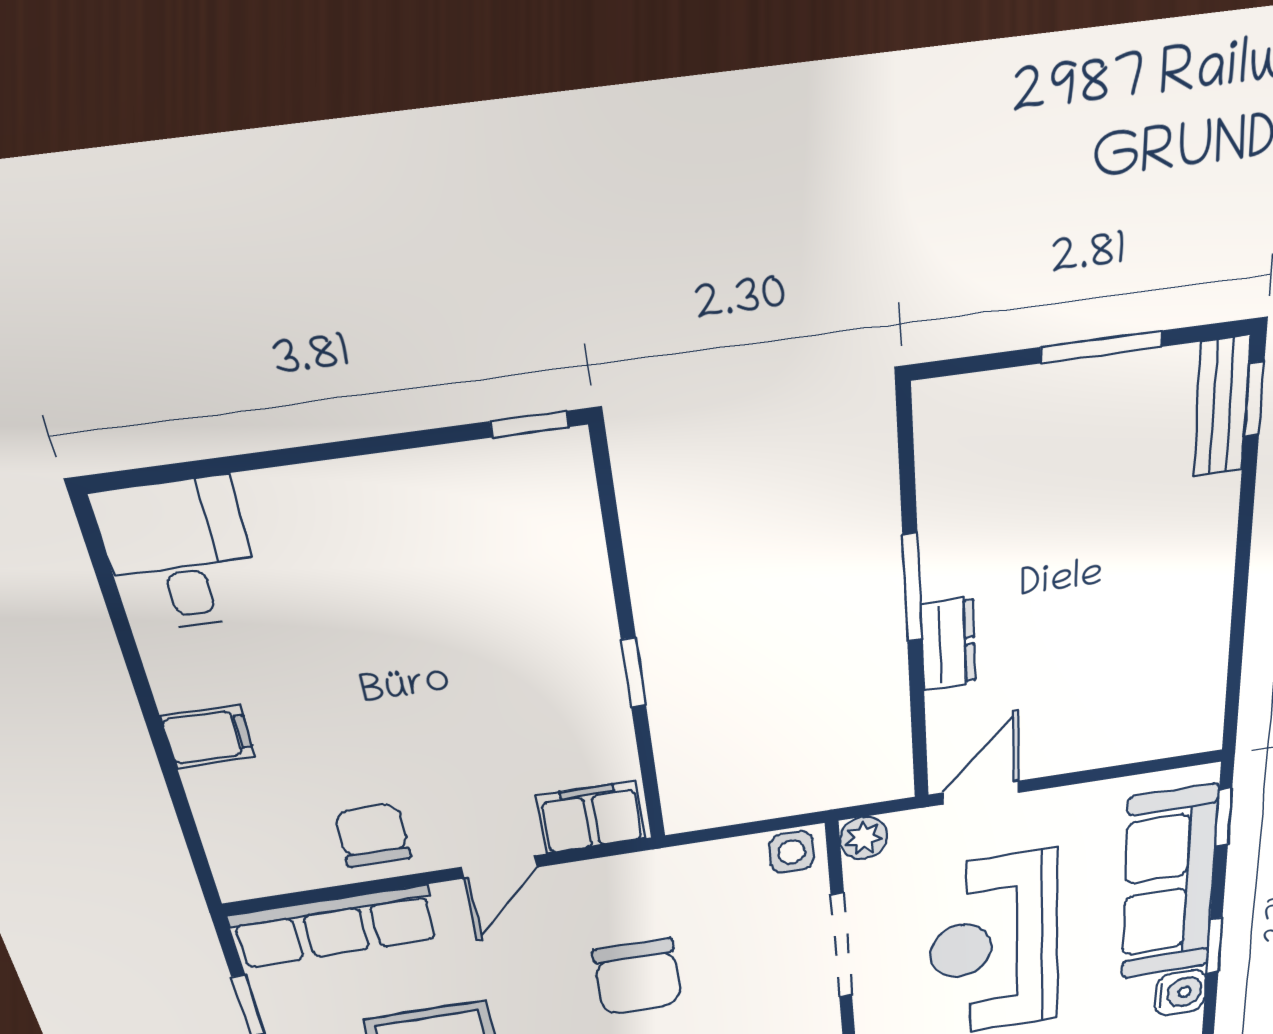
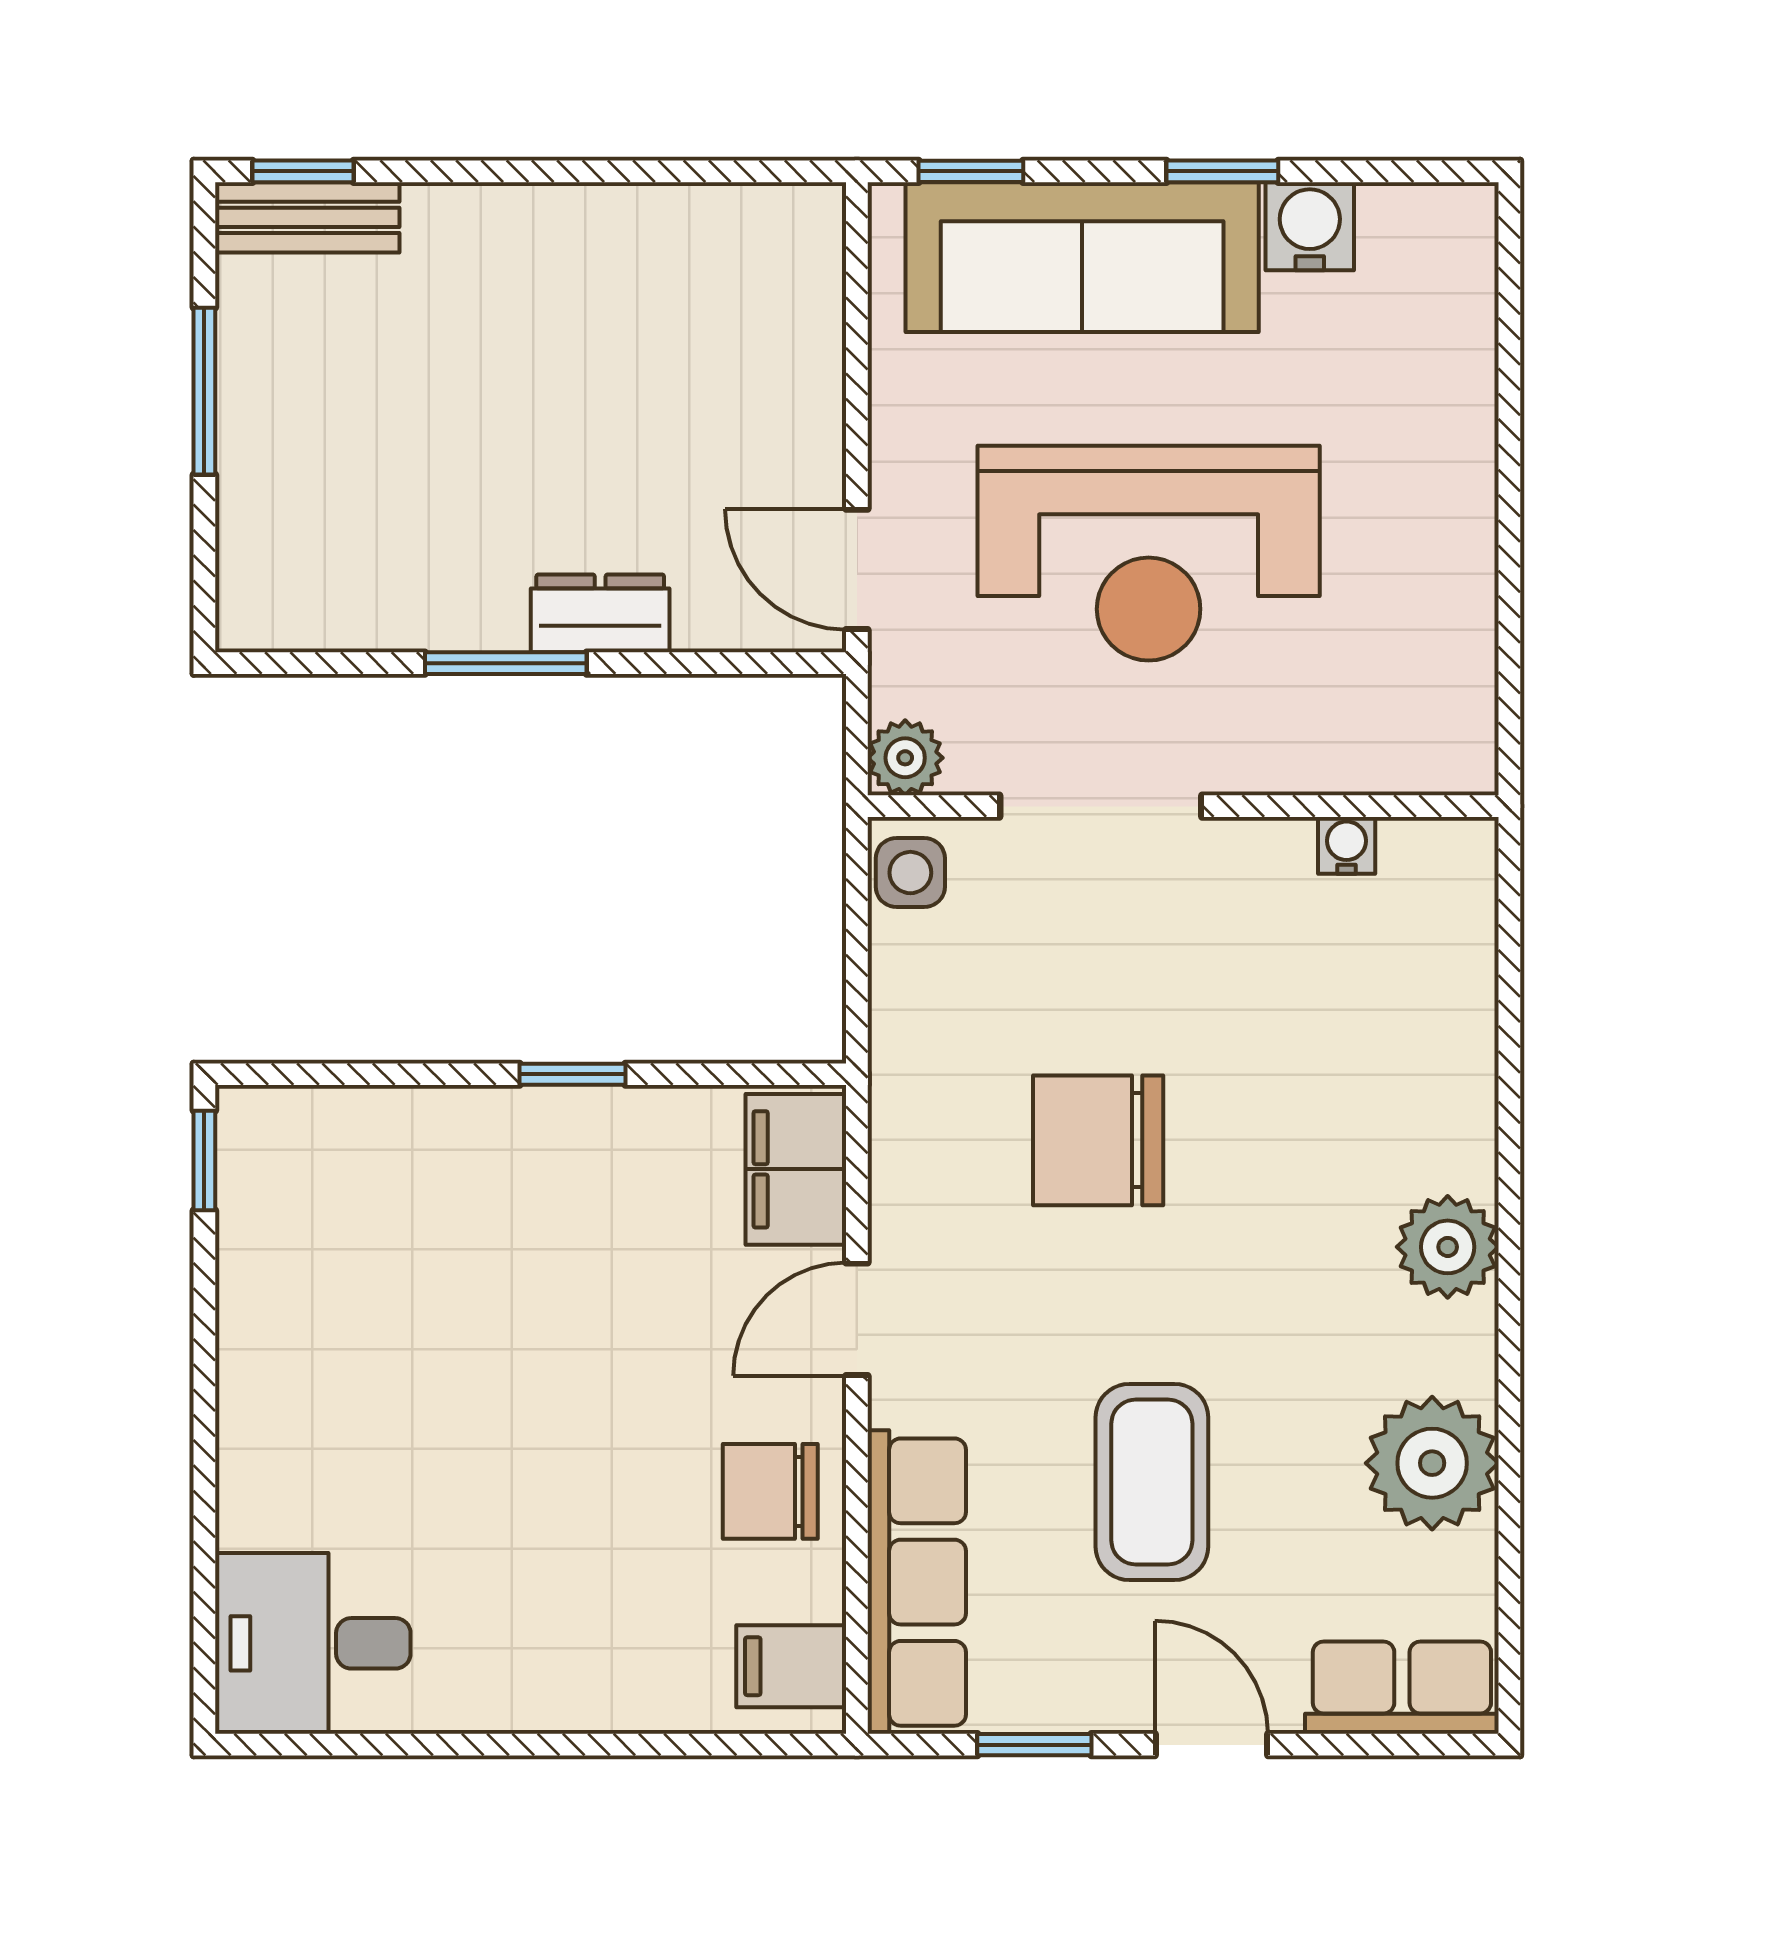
filing cabinet: (208, 737) -> (791, 1666), moved, turned -90
door: (499, 867) -> (857, 1319), swing flipped
chair: (638, 977) -> (1098, 1140), turned 180

